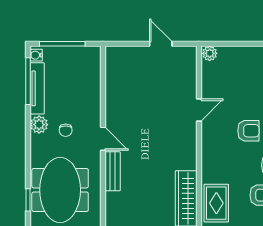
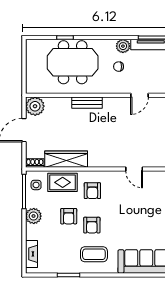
armchair: (248, 131) -> (92, 191), moved
door: (103, 139) -> (140, 95), moved

